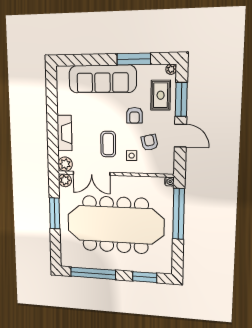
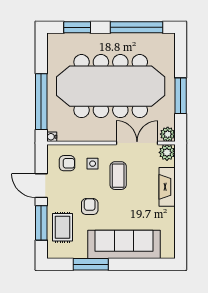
plant: (171, 69) -> (52, 253), removed
armchair: (150, 142) -> (67, 163), moved, turned -77

